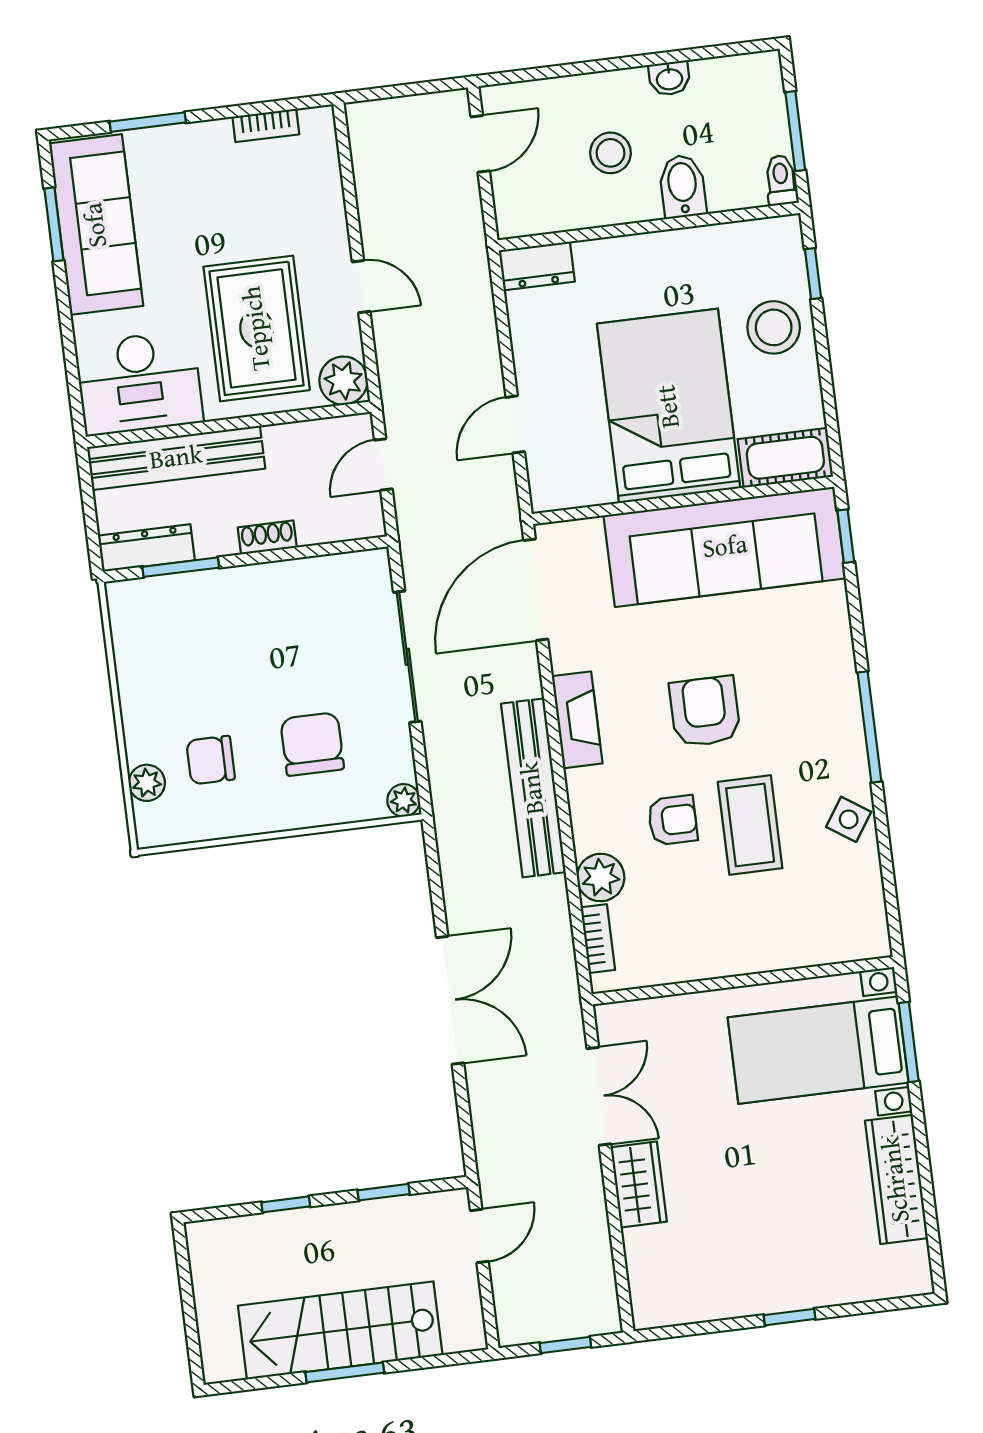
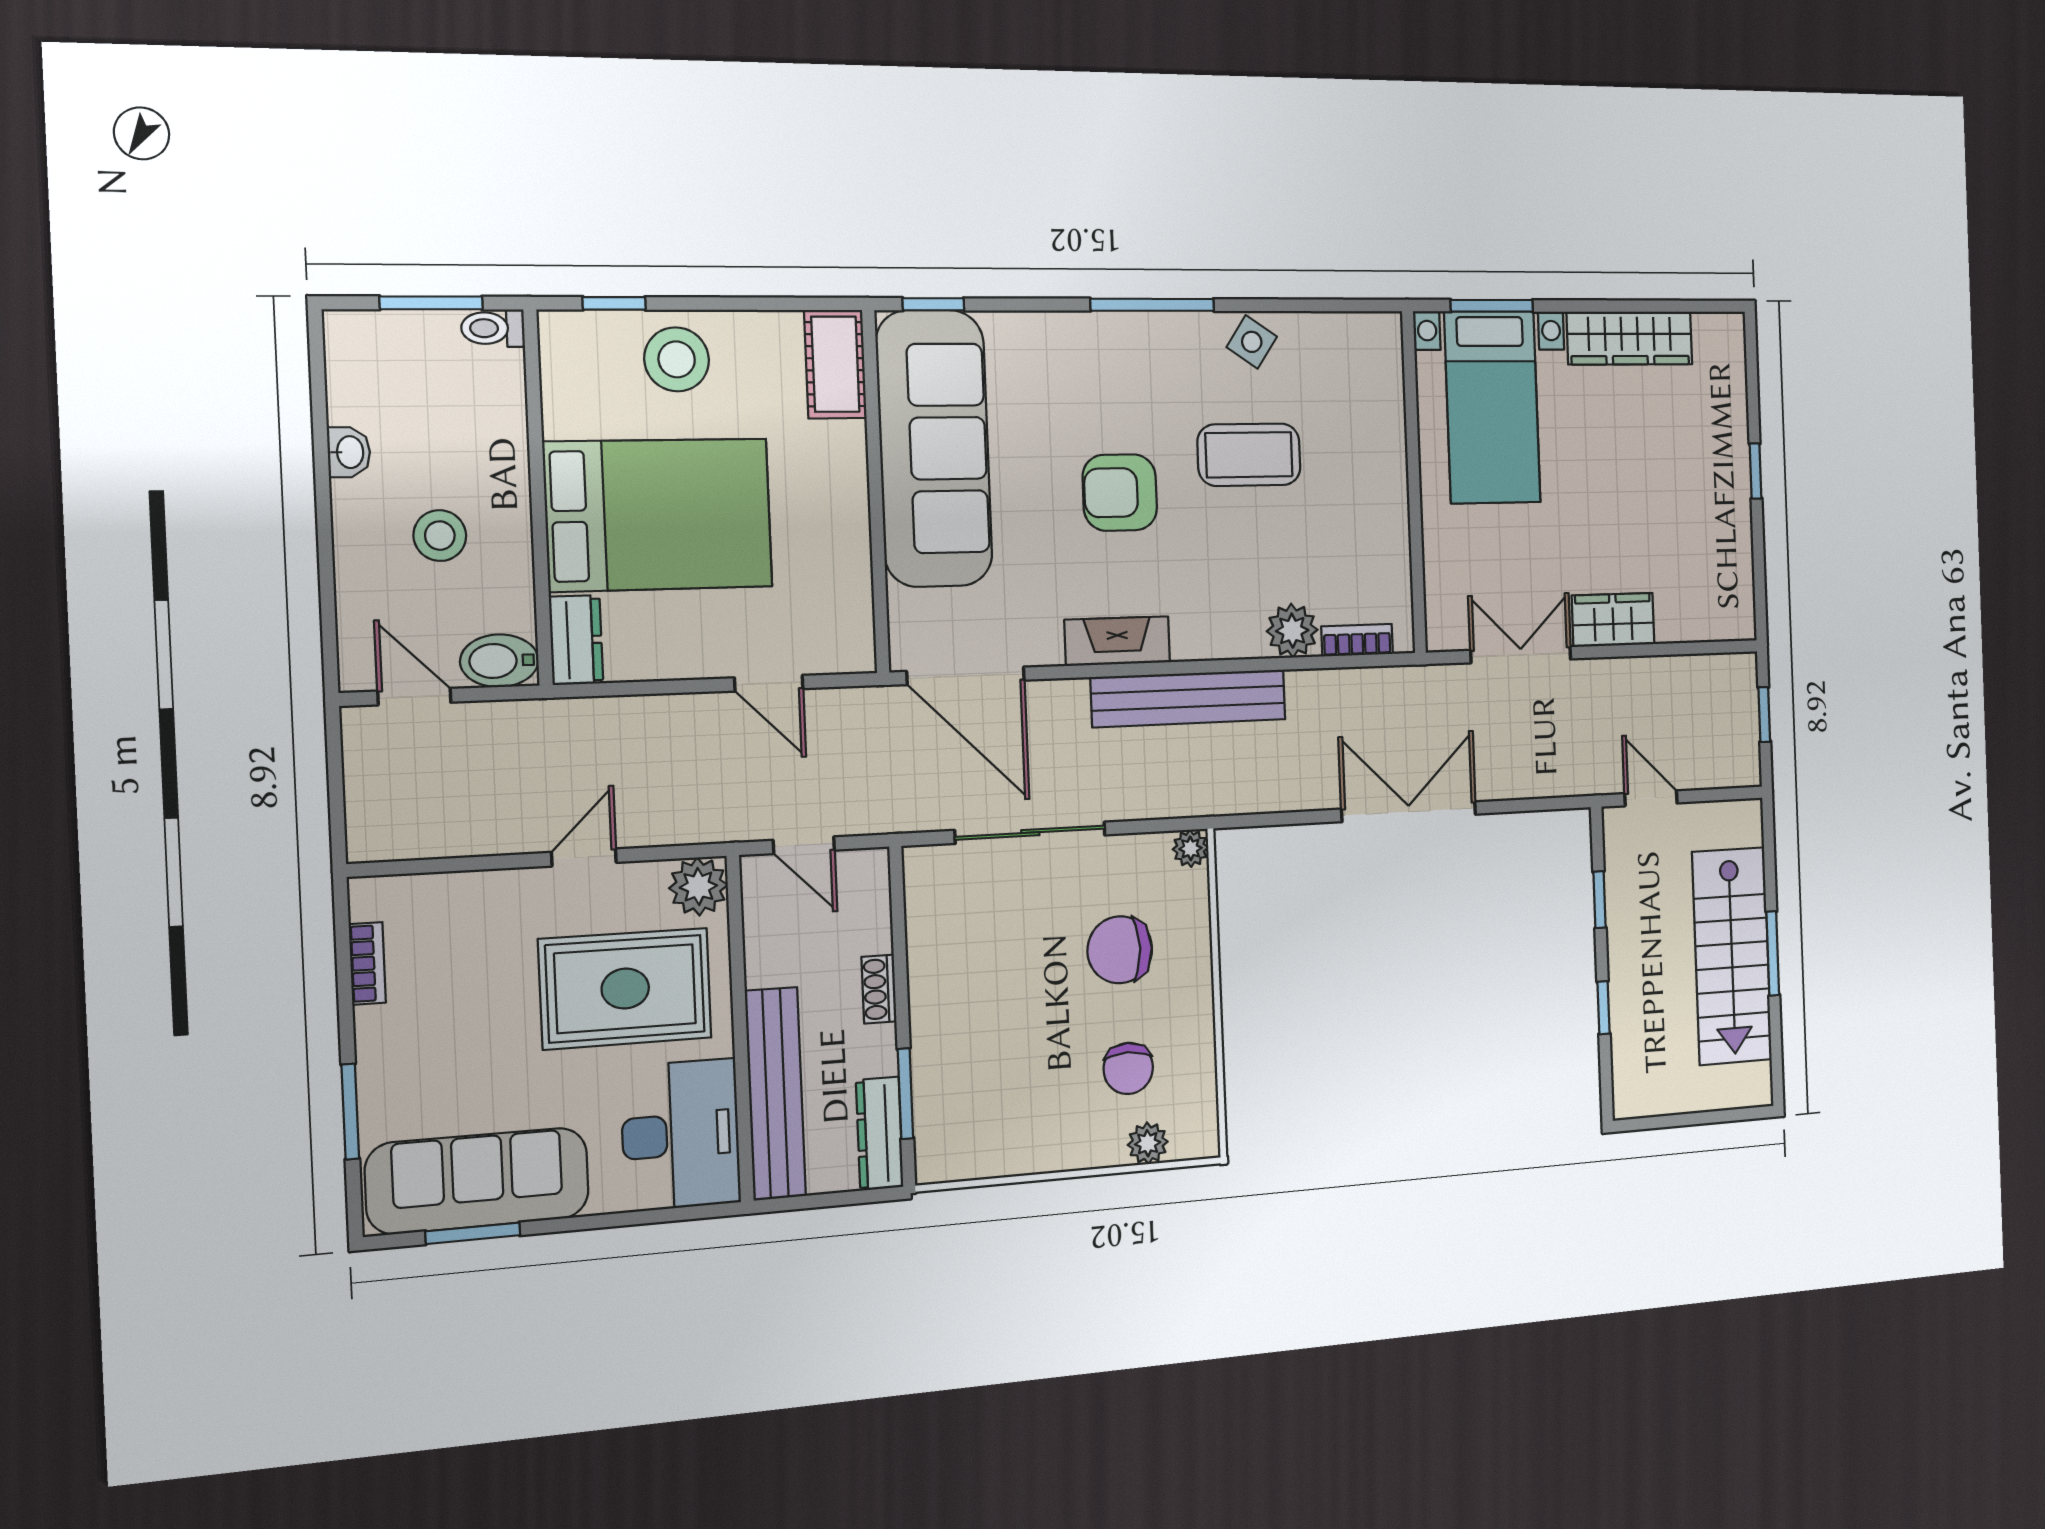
bidet: (683, 186) -> (499, 661), moved
bed: (669, 406) -> (658, 515), moved, turned 180
armchair: (673, 820) -> (1237, 542), removed

